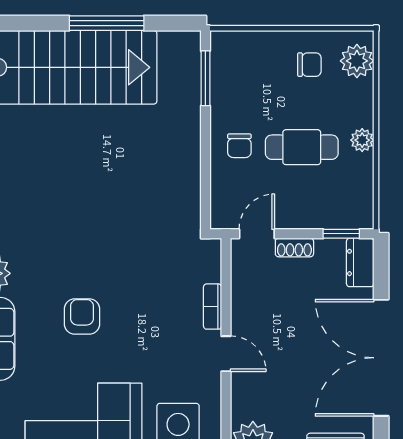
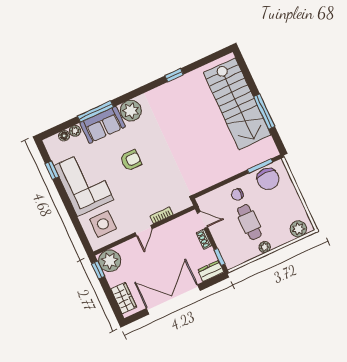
chair: (309, 65) -> (268, 179), moved, width x1.87, depth x1.87

